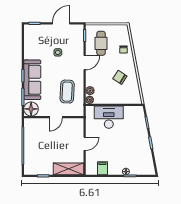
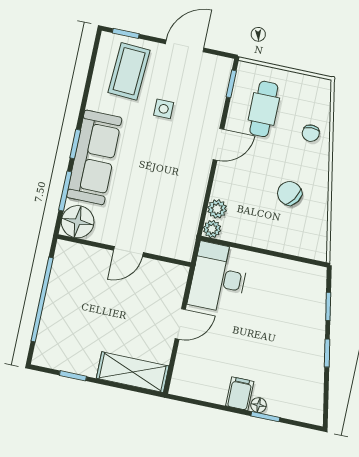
coffee table: (67, 92) -> (129, 71), moved
desk: (109, 117) -> (219, 278), moved, turned -90
filing cabinet: (102, 168) -> (240, 394), moved

